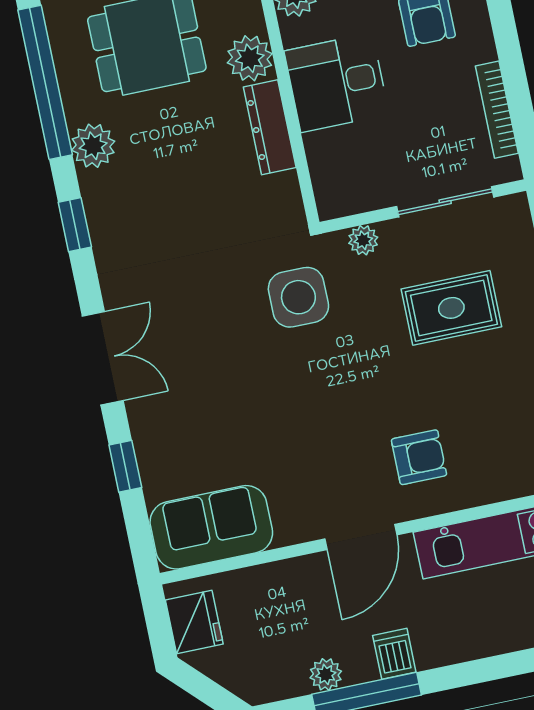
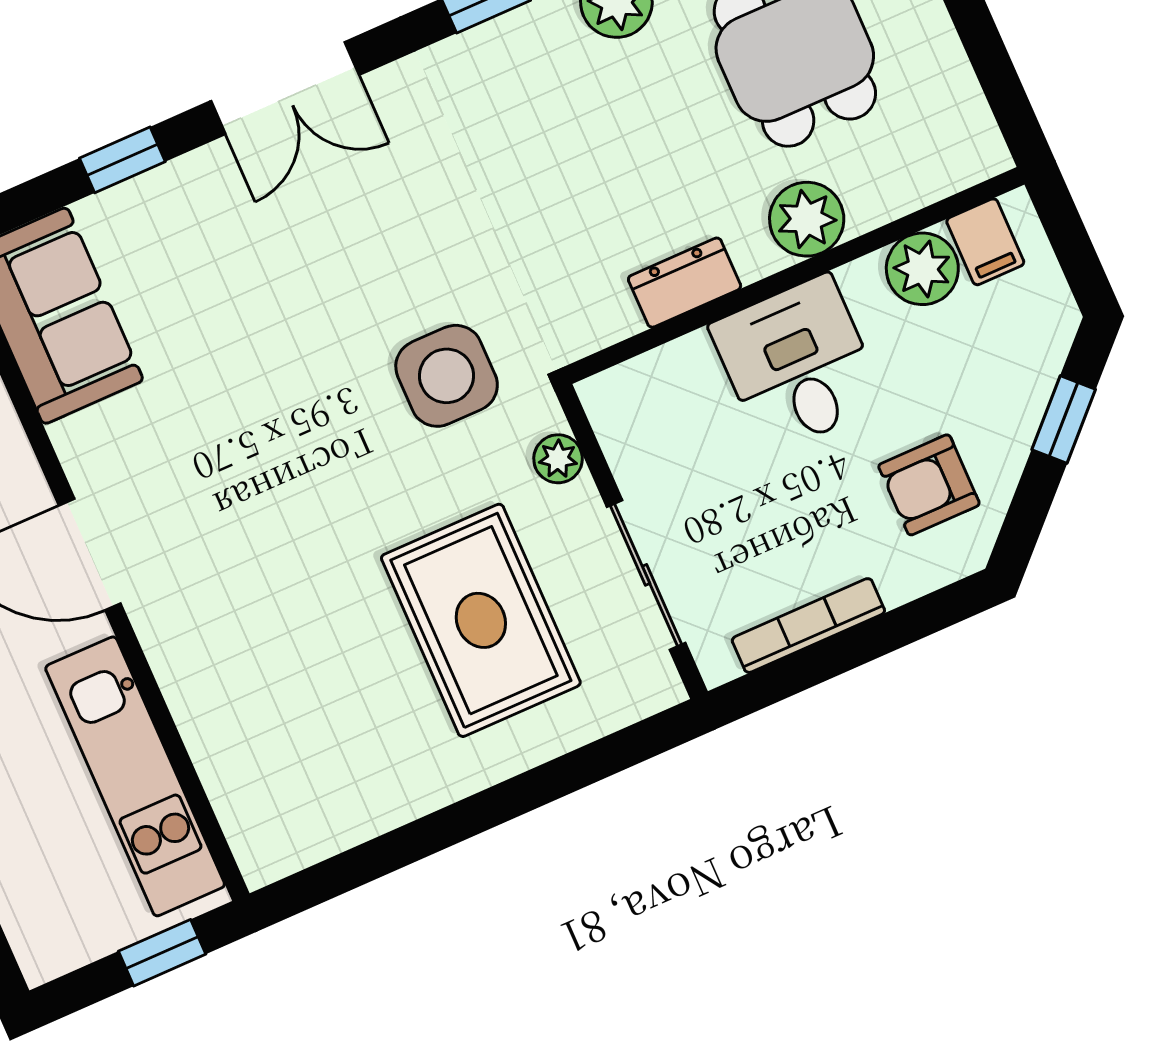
dresser: (270, 127) -> (685, 283), width x0.70
rug: (451, 308) -> (481, 620), width x1.36, depth x1.43
armchair: (419, 457) -> (235, 619), removed

